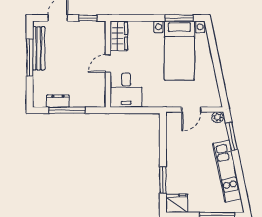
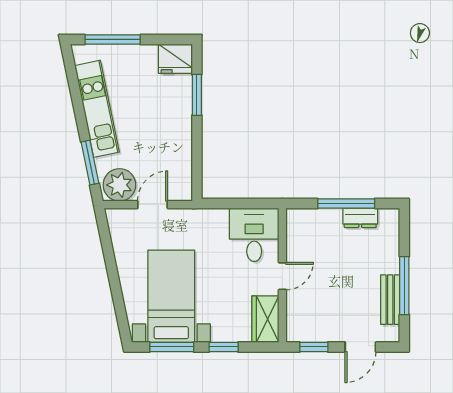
window: (146, 18) -> (224, 347), added
bench: (39, 48) -> (390, 300), width x0.73
plant: (218, 117) -> (119, 185), width x1.87, depth x1.87

